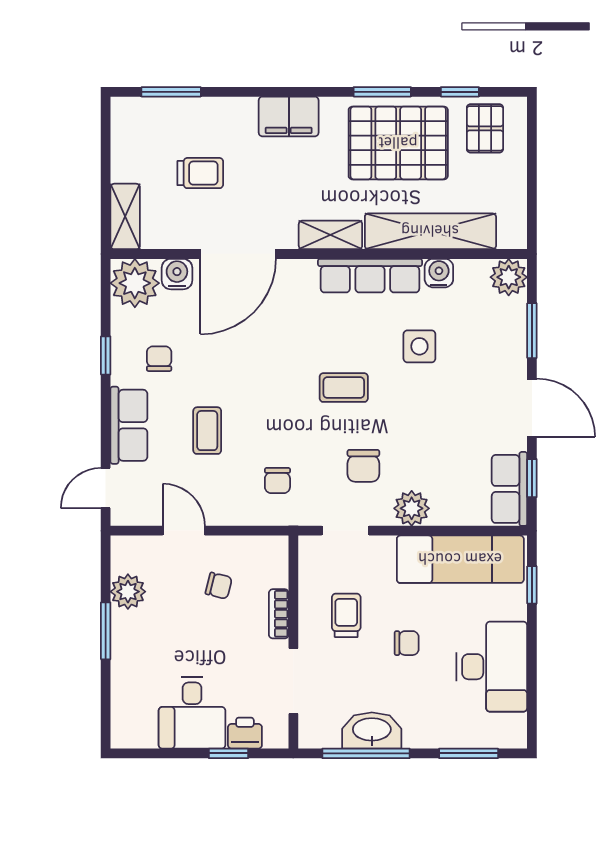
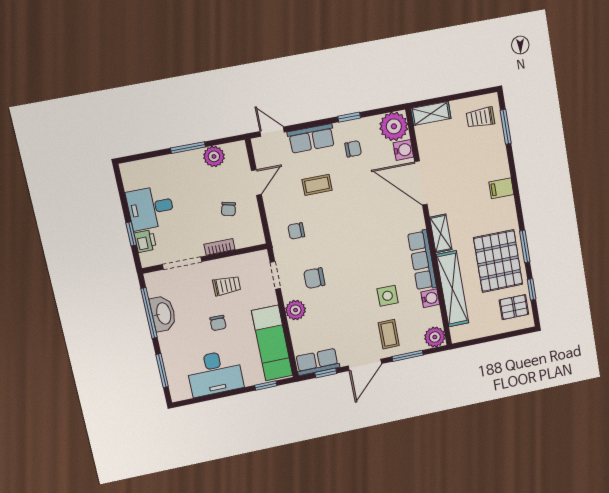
filing cabinet: (289, 116) -> (501, 188), width x0.50
trolley: (200, 173) -> (480, 118), moved, turned 90
coffee table: (344, 388) -> (389, 334), moved

